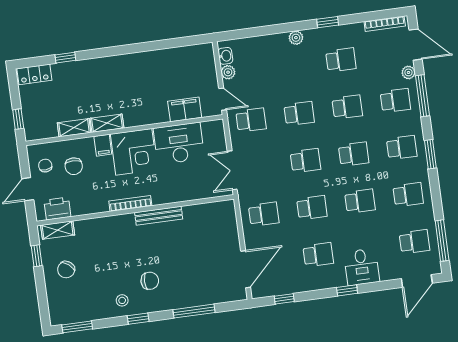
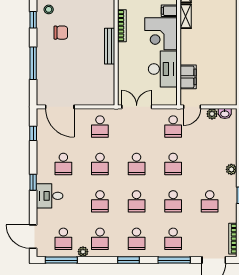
plant: (408, 72) -> (83, 252), moved
chair: (150, 281) -> (61, 33), turned -90

